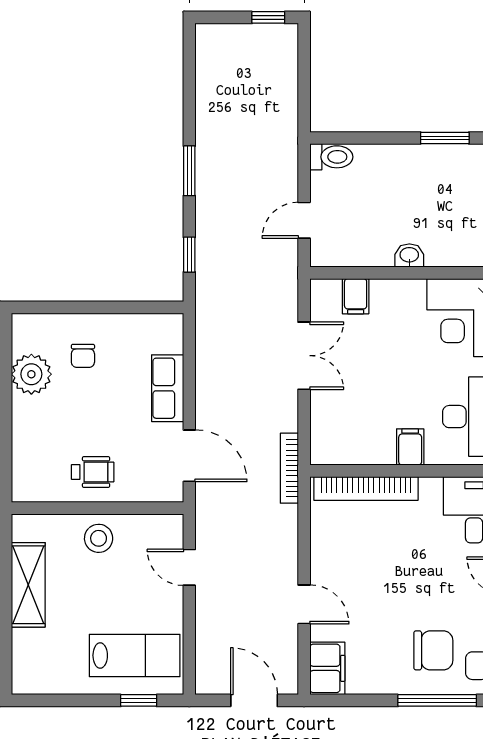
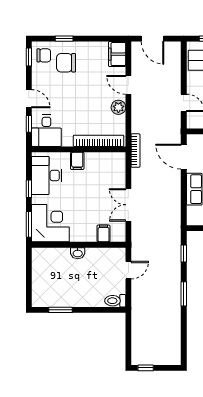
plant: (325, 558) -> (118, 107), added
window: (437, 700) -> (64, 39), width x0.46

